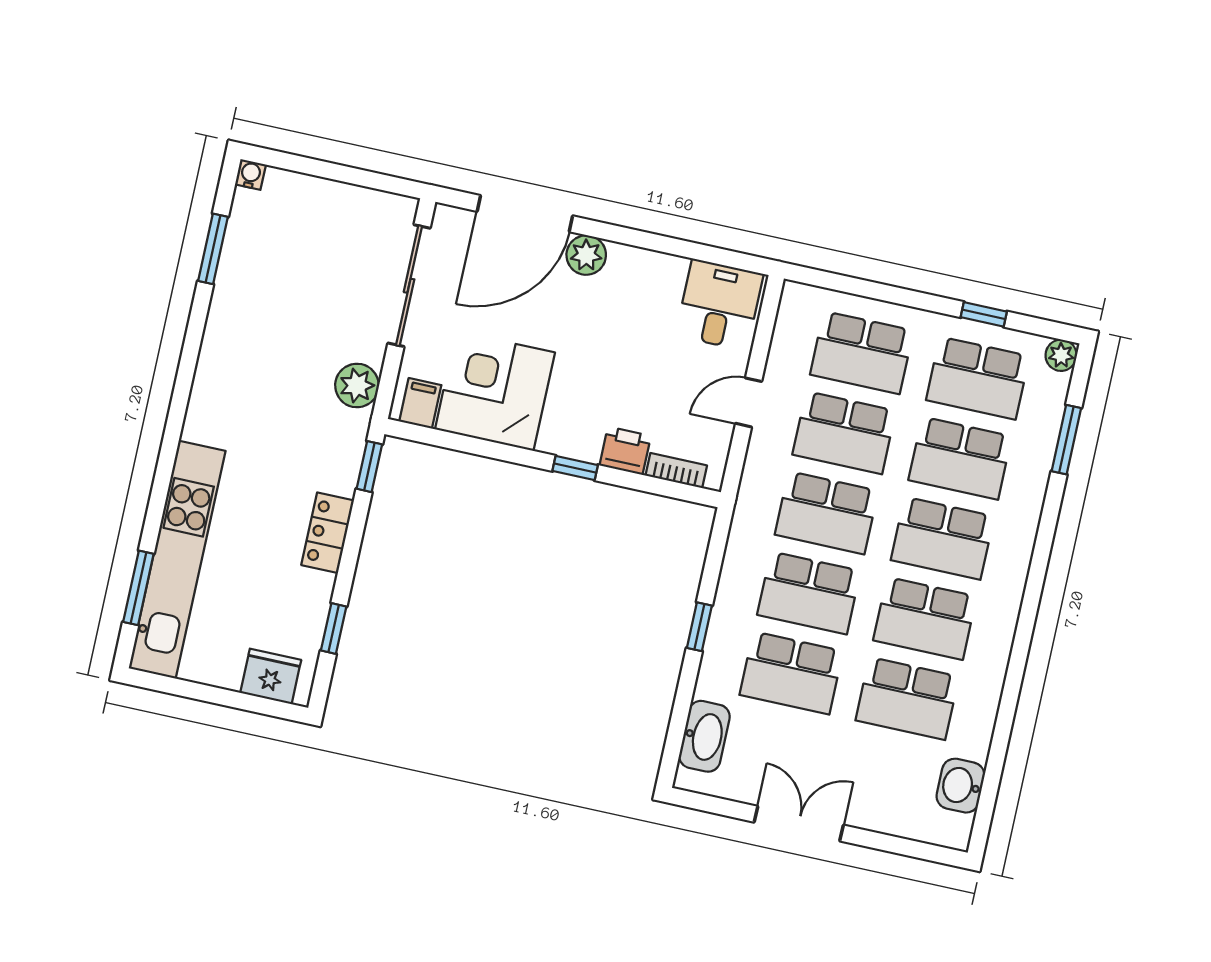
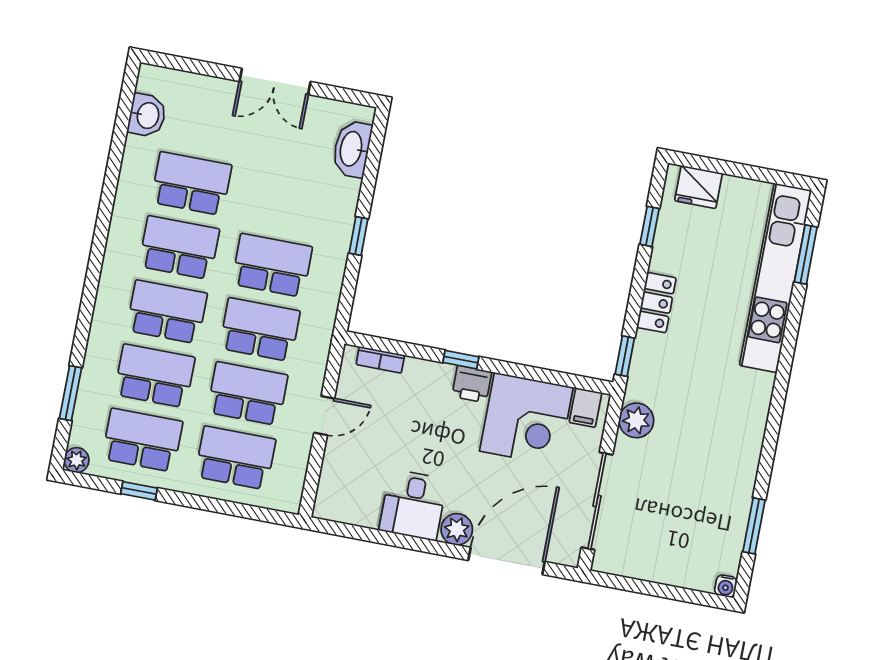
desk: (719, 305) -> (413, 505), moved
printer: (625, 451) -> (472, 384), moved
school desk: (791, 673) -> (284, 201), removed

